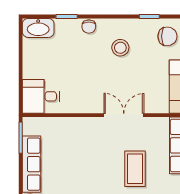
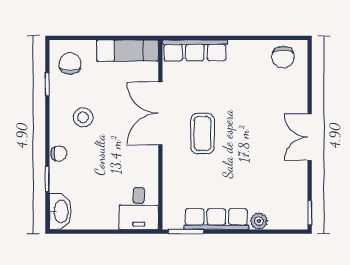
double door: (124, 115) -> (160, 113), width x1.37
coffee table: (135, 169) -> (202, 133), moved, turned 90

